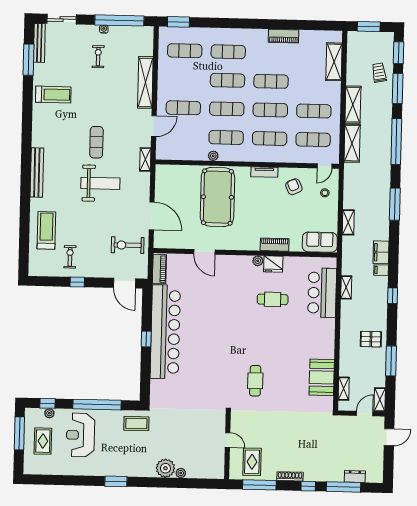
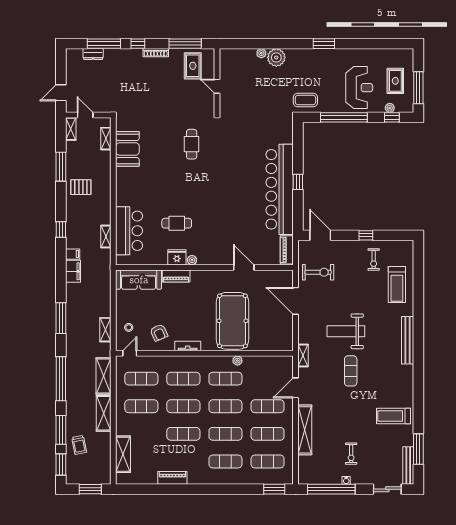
exercise mat: (184, 79) -> (268, 434), added
shelving: (348, 222) -> (105, 330), moved
sofa: (320, 242) -> (139, 280), width x1.36
door: (365, 414) -> (85, 115), swing flipped

